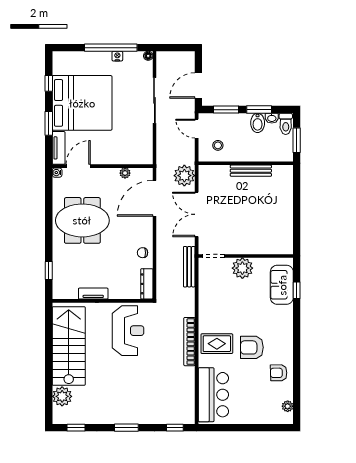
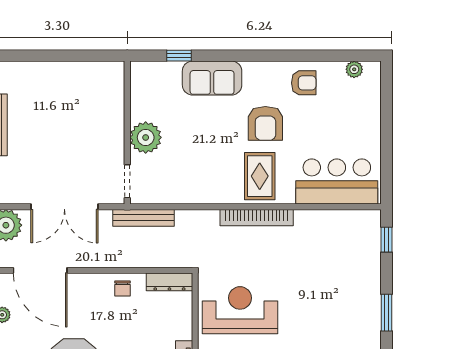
sofa: (282, 285) -> (212, 78), moved
armchair: (279, 373) -> (304, 83), turned -89

